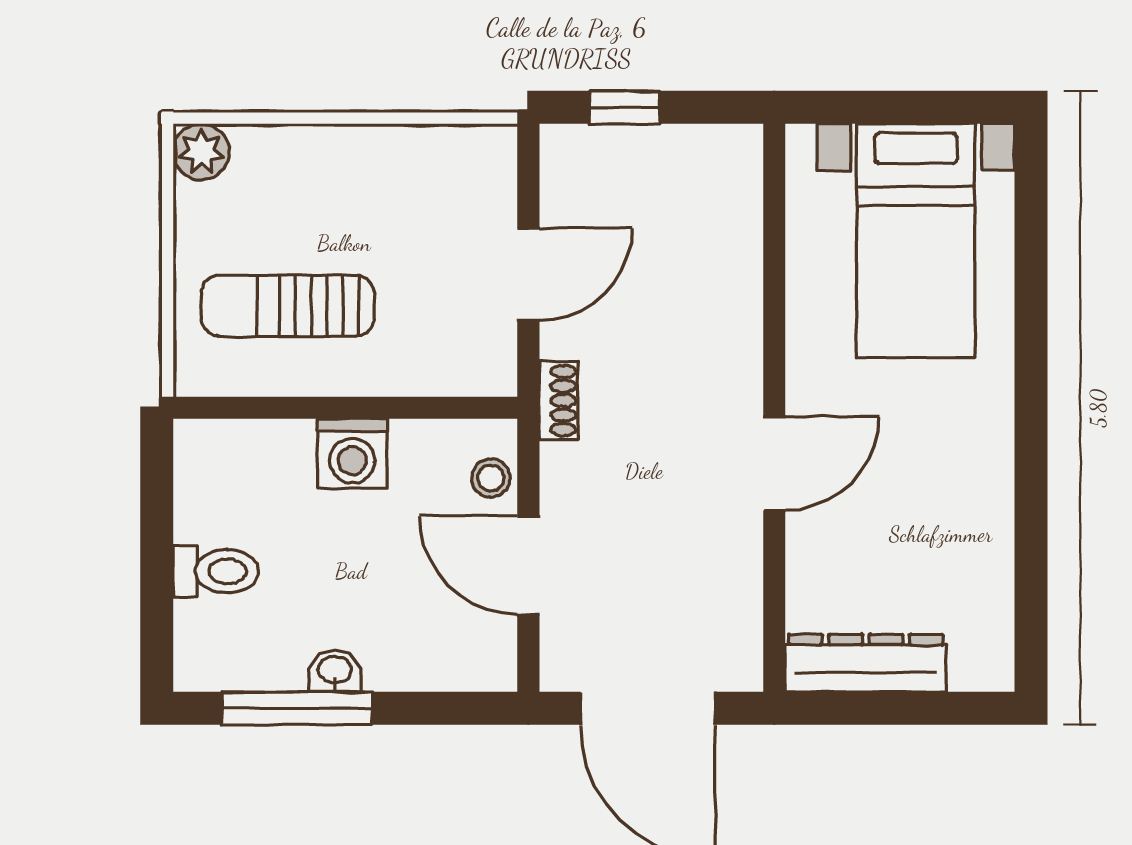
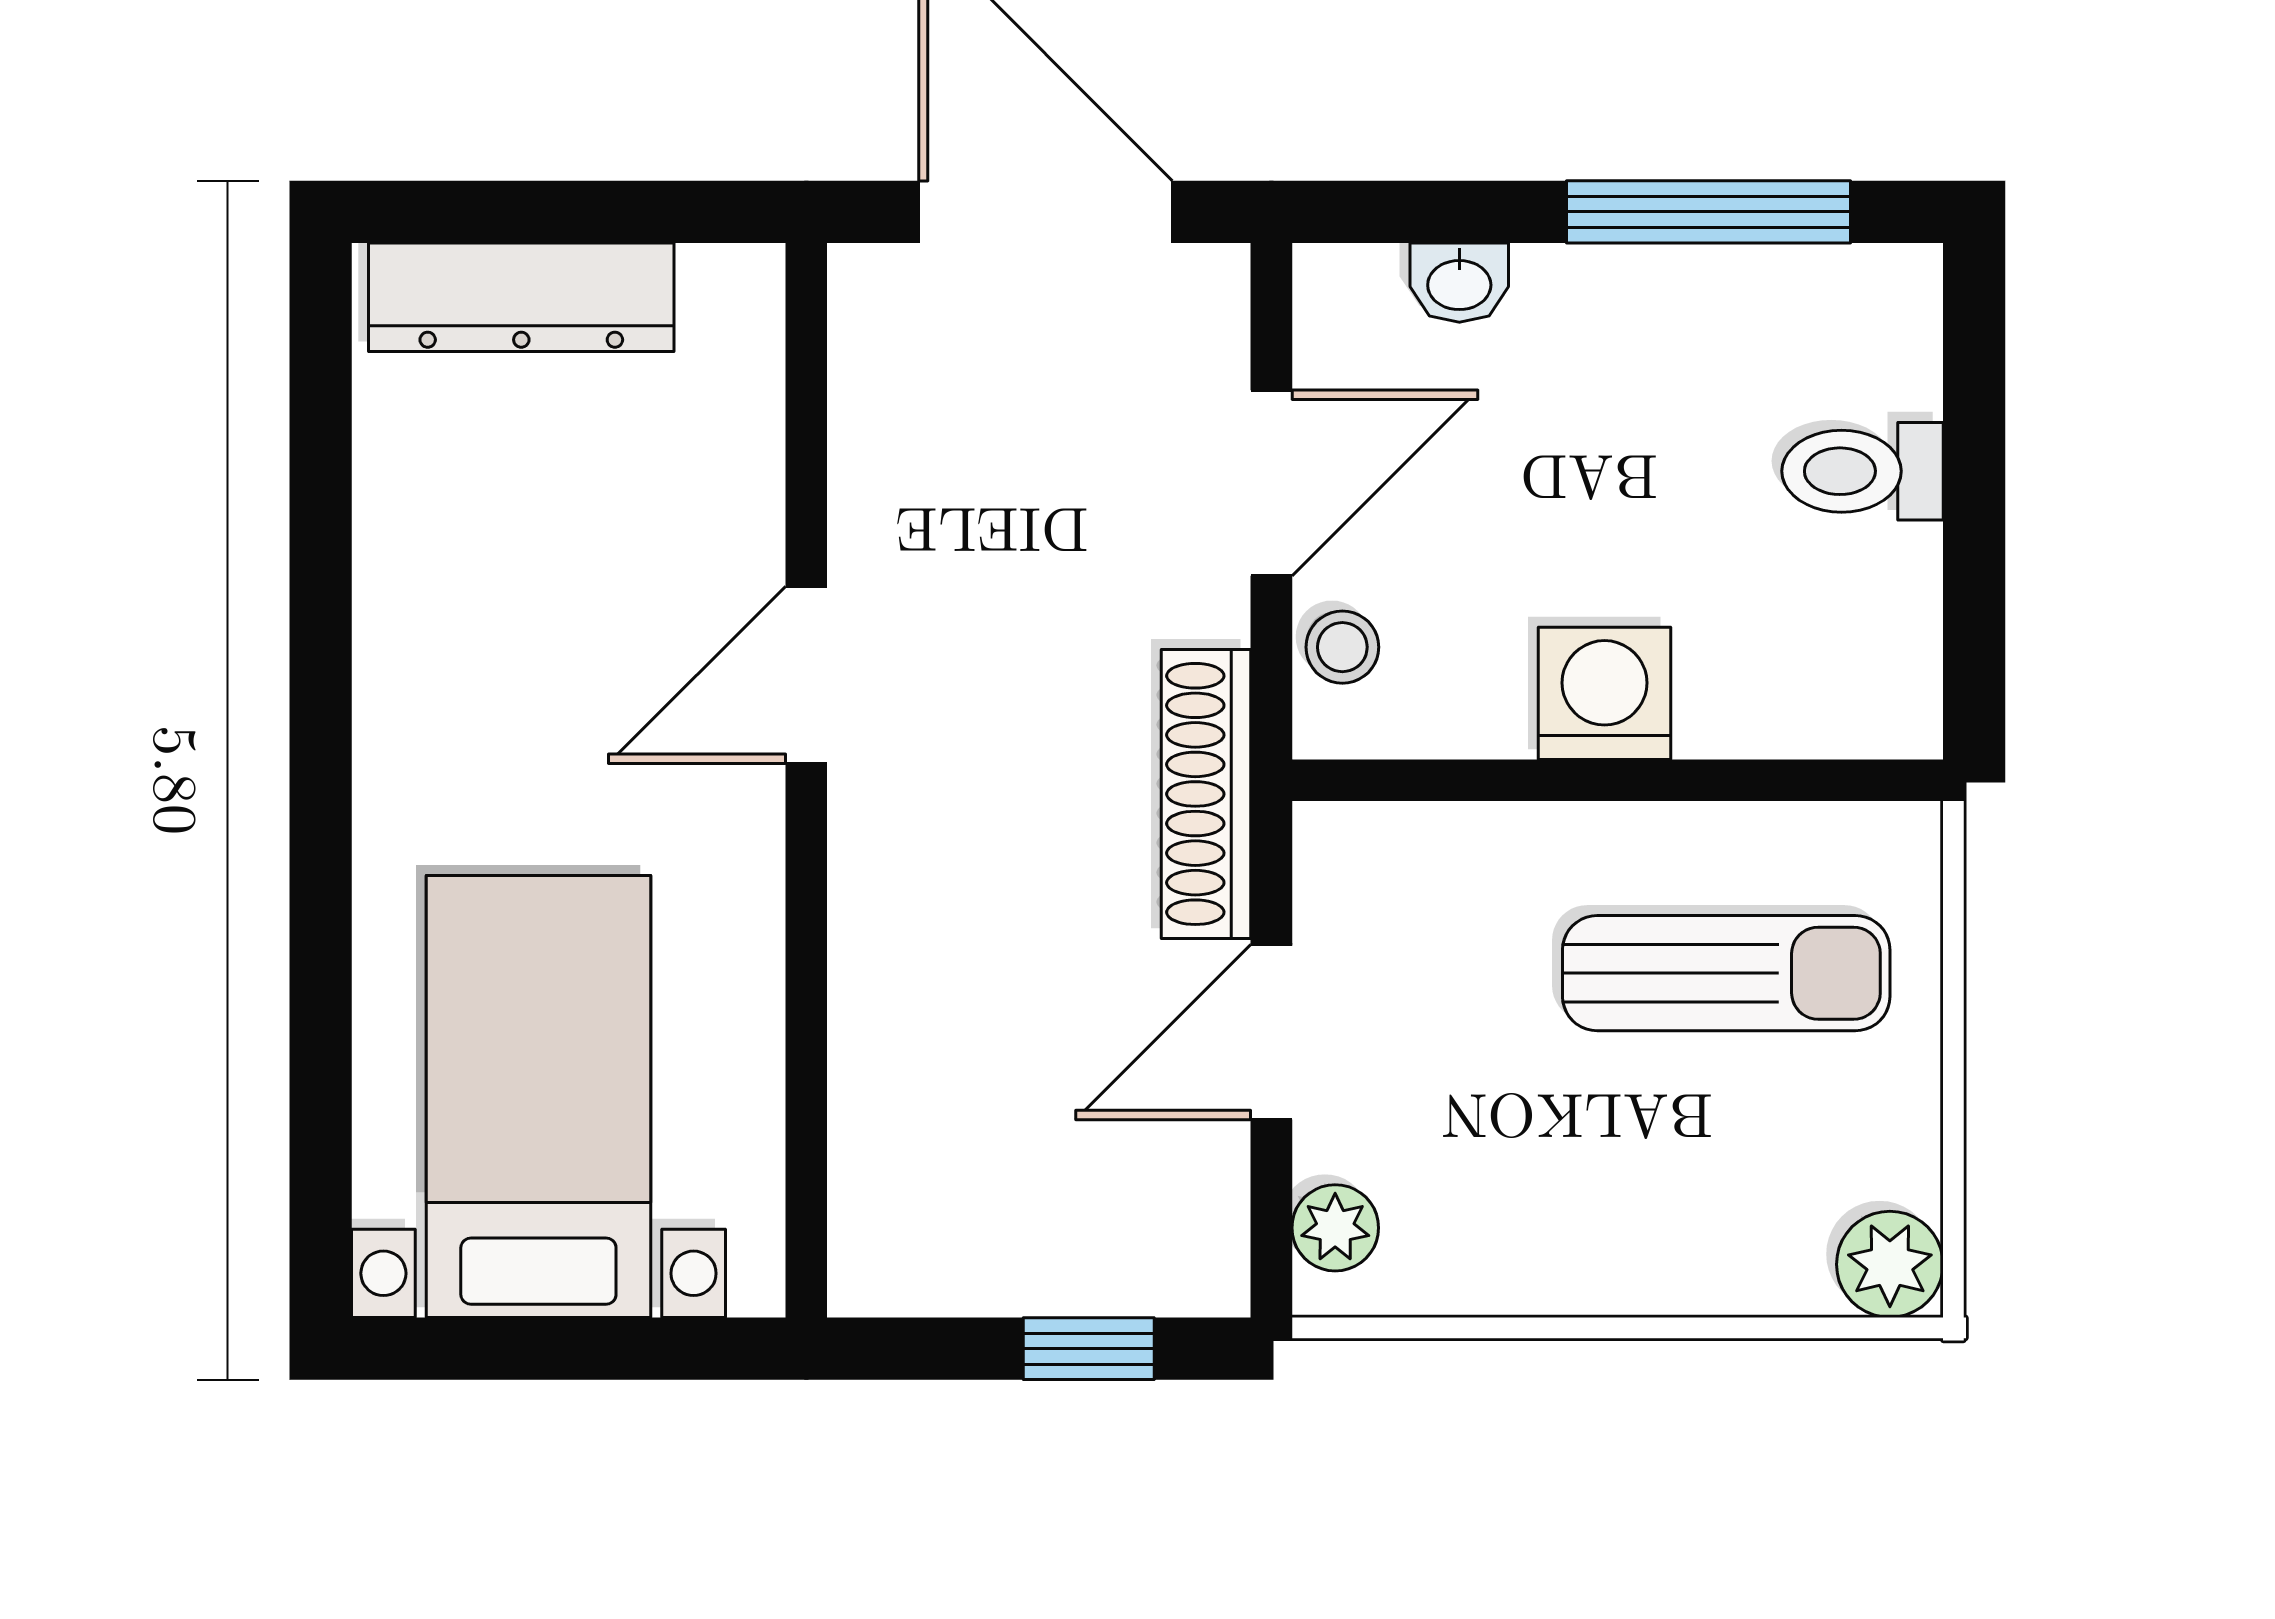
plant: (495, 171) -> (1335, 1228), added
shoe rack: (558, 401) -> (1206, 794), width x1.94, depth x1.24
door: (528, 565) -> (1271, 483), hinge flipped
dresser: (866, 663) -> (521, 297), moved
washbasin: (335, 671) -> (1459, 283), moved

